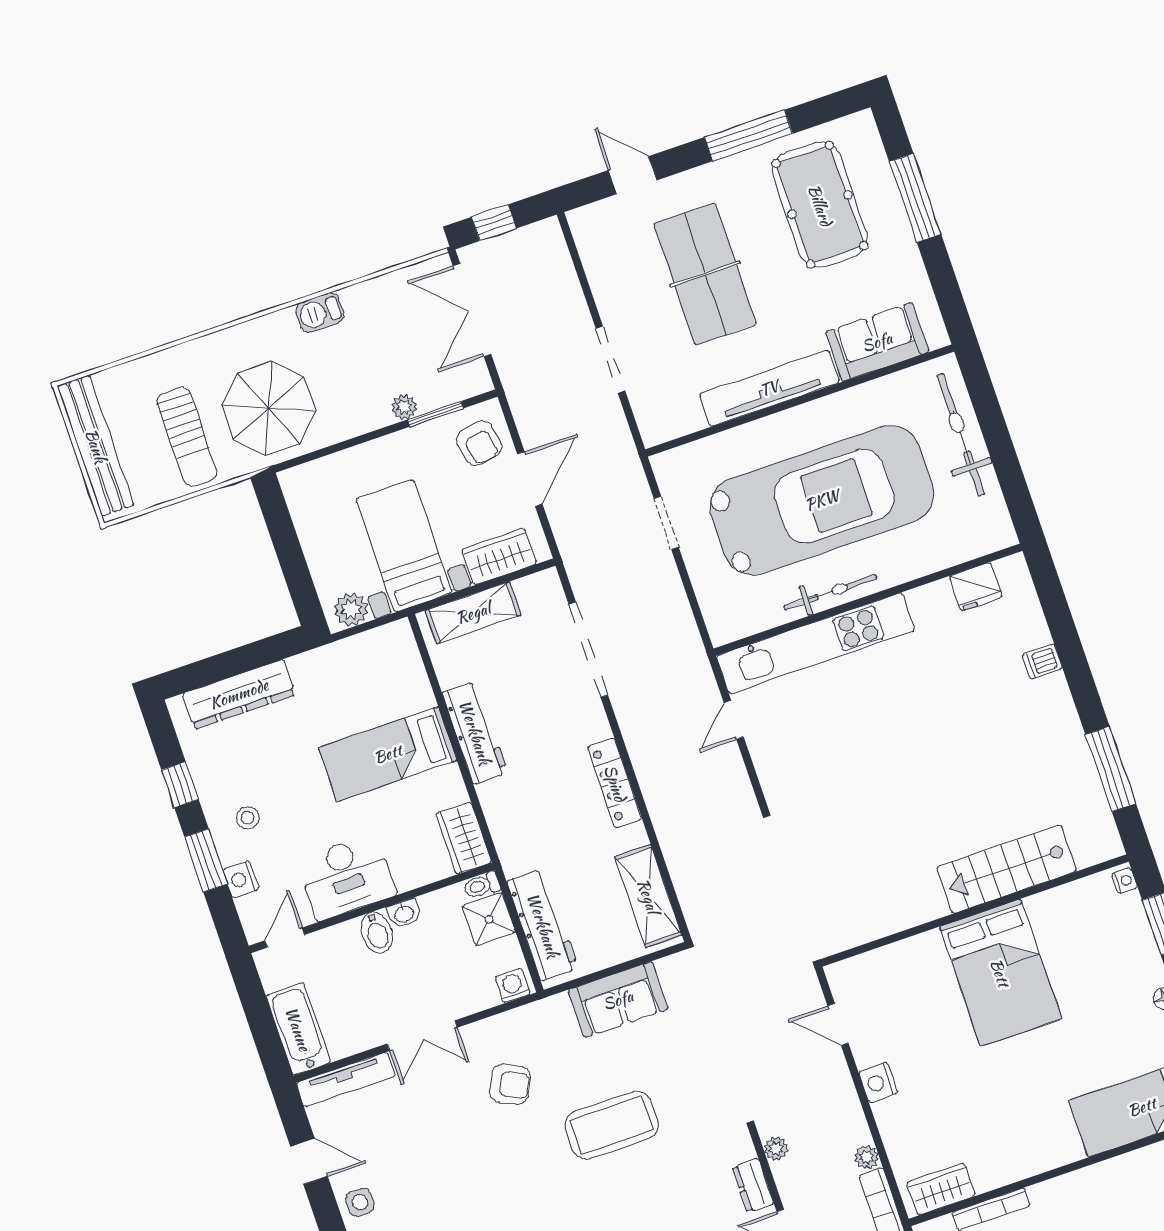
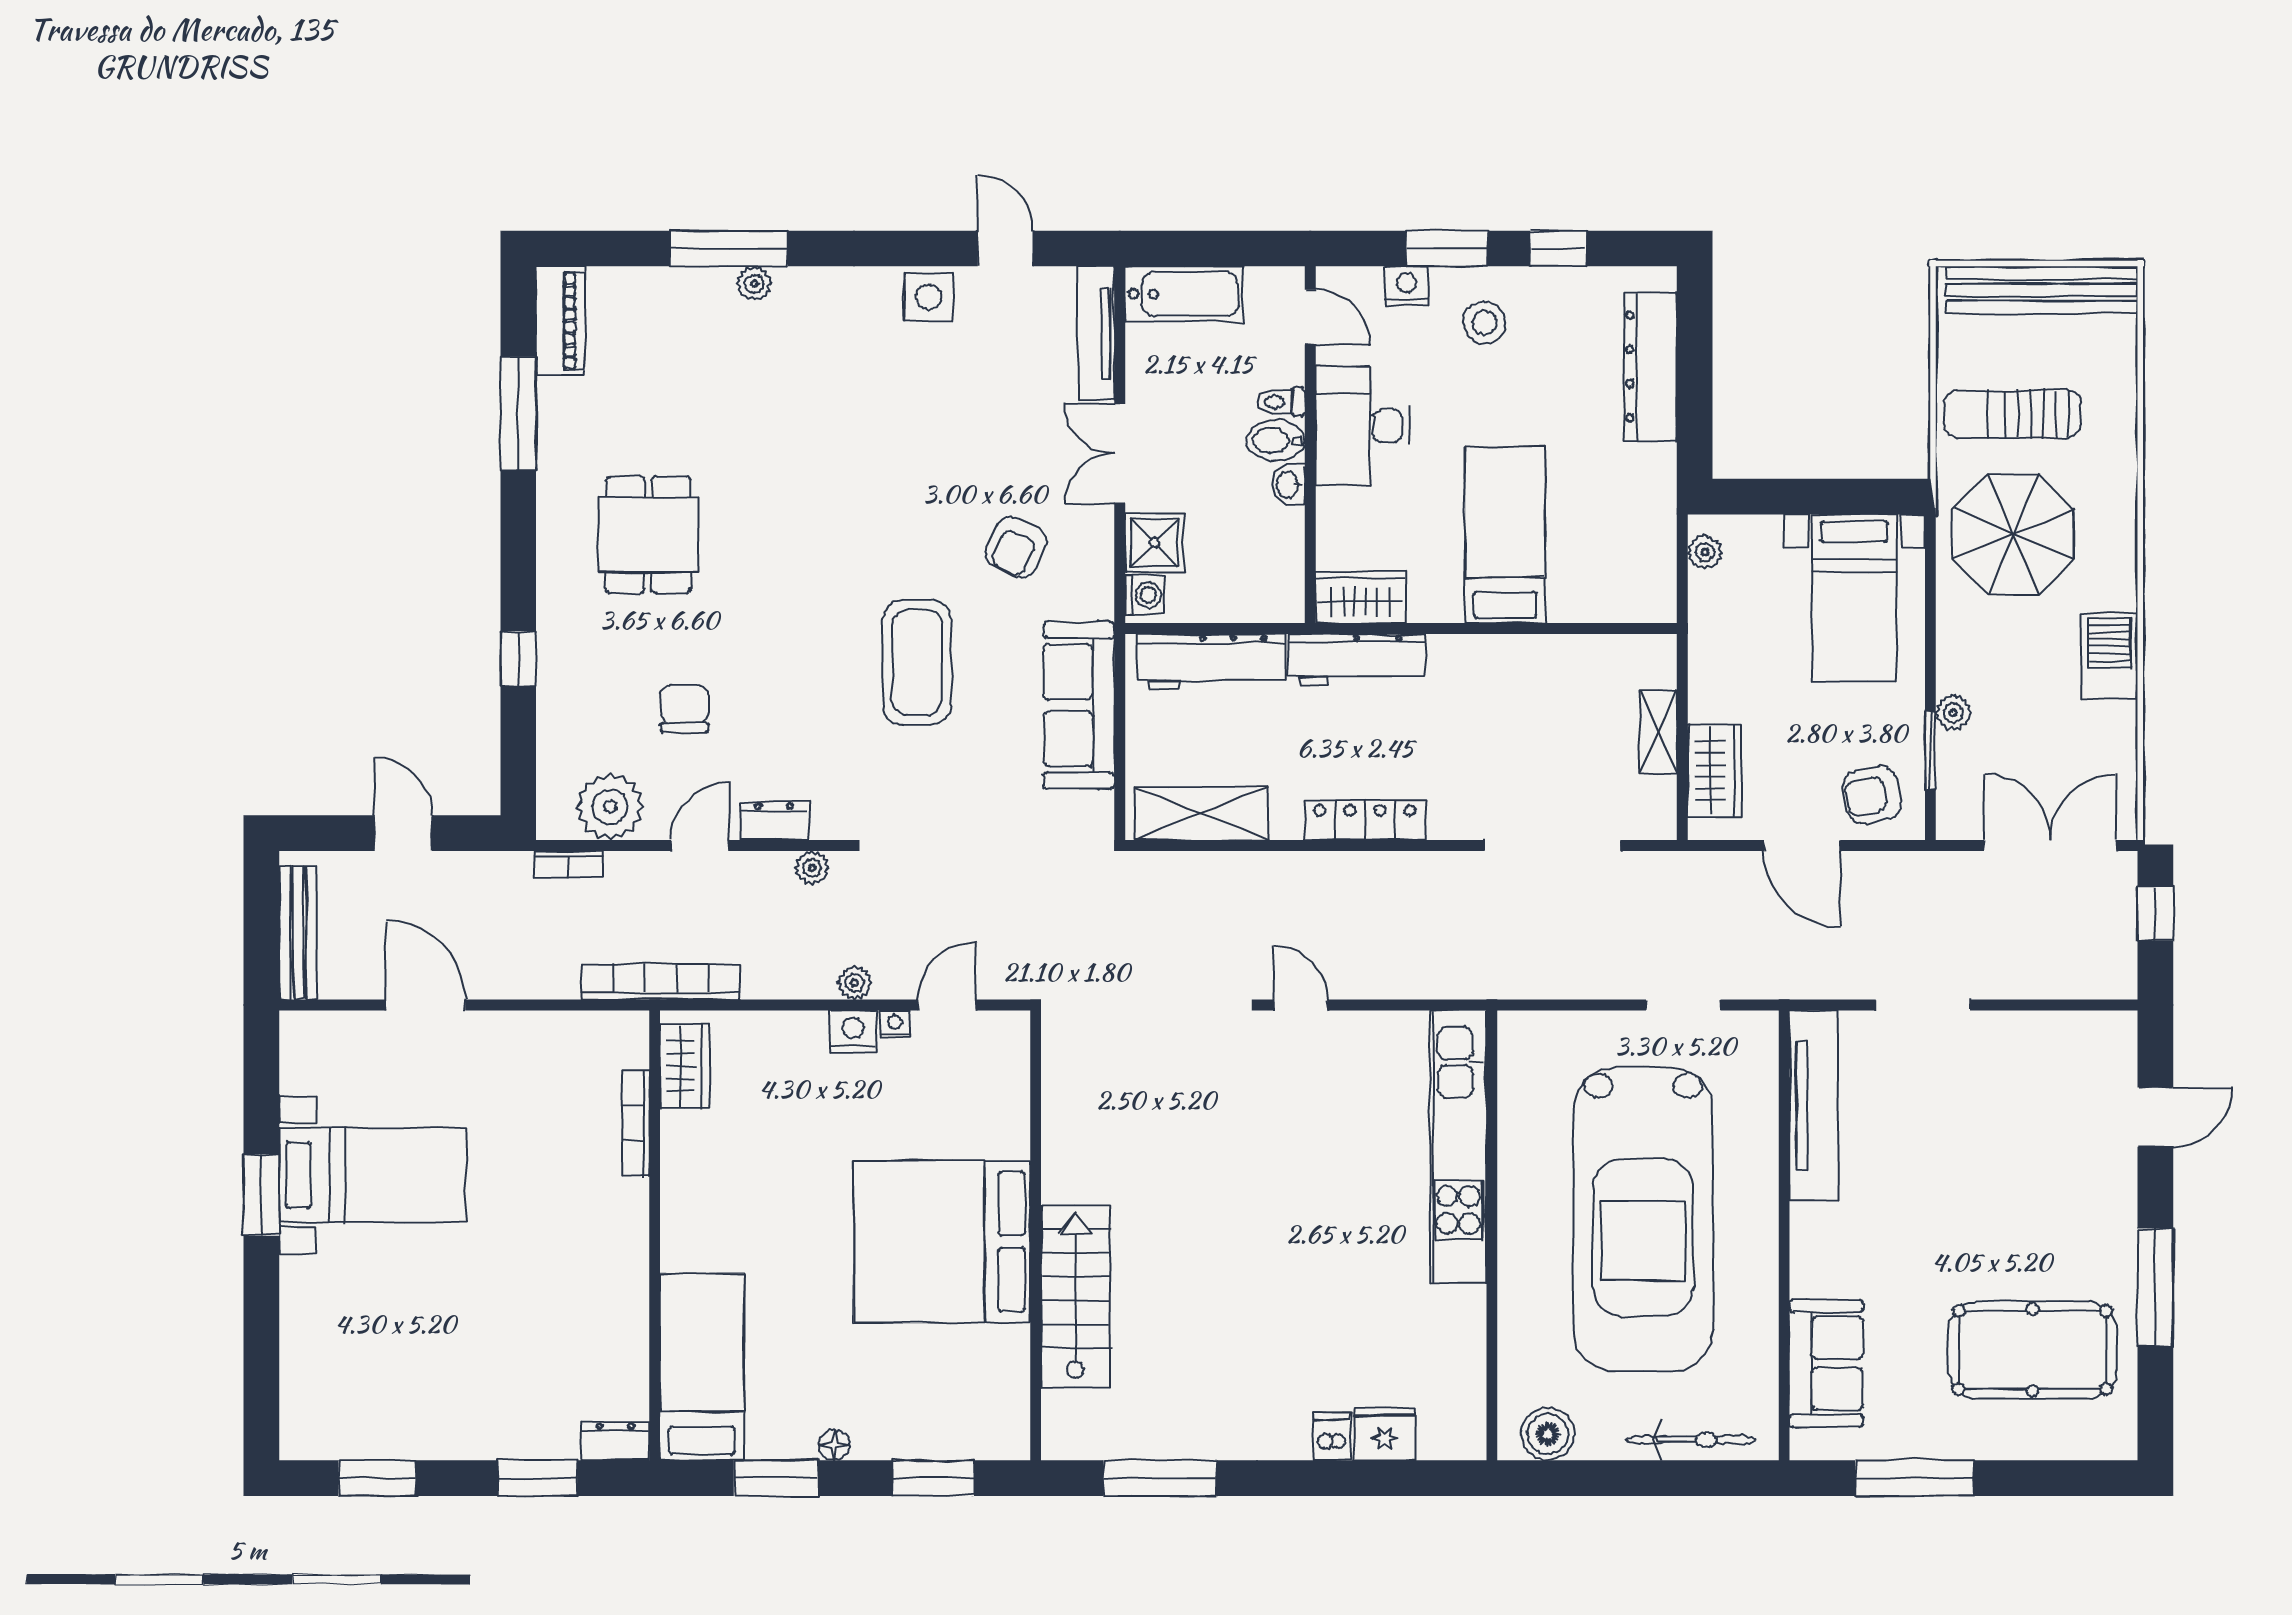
window: (915, 198) -> (1915, 1478), moved
table tennis table: (705, 274) -> (1993, 1168), removed
barbecue: (320, 313) -> (2110, 656), width x1.38, depth x1.27
tv unit: (769, 388) -> (1814, 1105), moved
bicycle: (961, 435) -> (1691, 1440), width x0.73, depth x0.71
boiler: (990, 515) -> (1548, 1434), added
bed with nightstands: (404, 546) -> (1854, 598), moved, turned 90
fridge: (976, 587) -> (1385, 1434), moved, turned 90
bicycle: (830, 592) -> (1518, 1189), removed
plant: (351, 609) -> (1705, 552), width x0.73, depth x0.73
shelving: (473, 613) -> (1658, 731), width x0.67, depth x0.75
door: (734, 720) -> (1301, 1005), moved
workbench: (475, 732) -> (1357, 659), moved
stool: (248, 818) -> (1484, 323), width x1.37, depth x1.37
nightstand: (1125, 881) -> (895, 1025), moved, turned 180
toilet: (482, 885) -> (1281, 402), moved, turned -90
shower: (489, 919) -> (1155, 542), moved
bed: (1000, 973) -> (942, 1242), width x1.36
sofa: (618, 1000) -> (1079, 705), width x1.36
plant: (866, 1157) -> (855, 983), moved
door: (309, 1161) -> (1005, 248), swing flipped
side table: (360, 1202) -> (929, 297), width x1.37, depth x1.37

